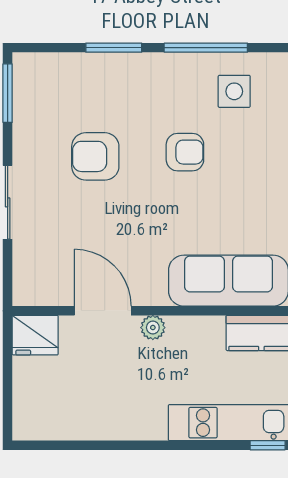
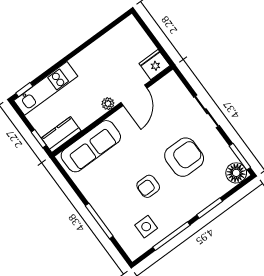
floor lamp: (32, 72) -> (236, 173), added
armchair: (95, 156) -> (184, 157), width x1.36, depth x1.36
door: (103, 311) -> (134, 95), hinge flipped

